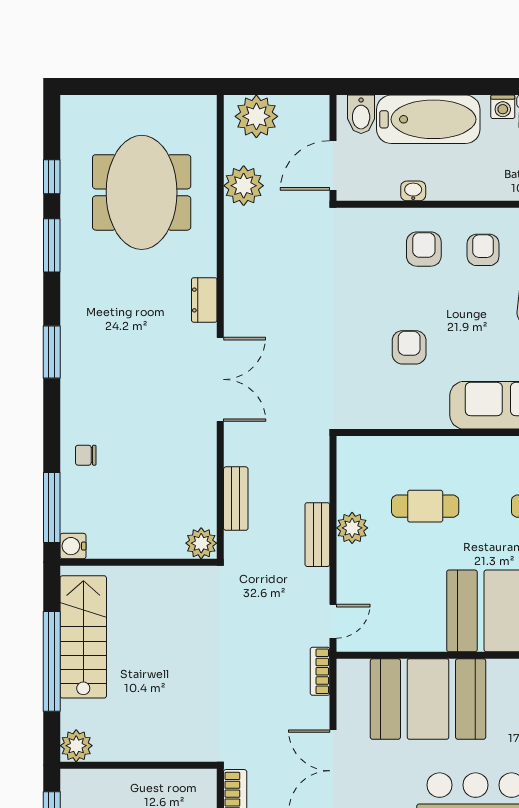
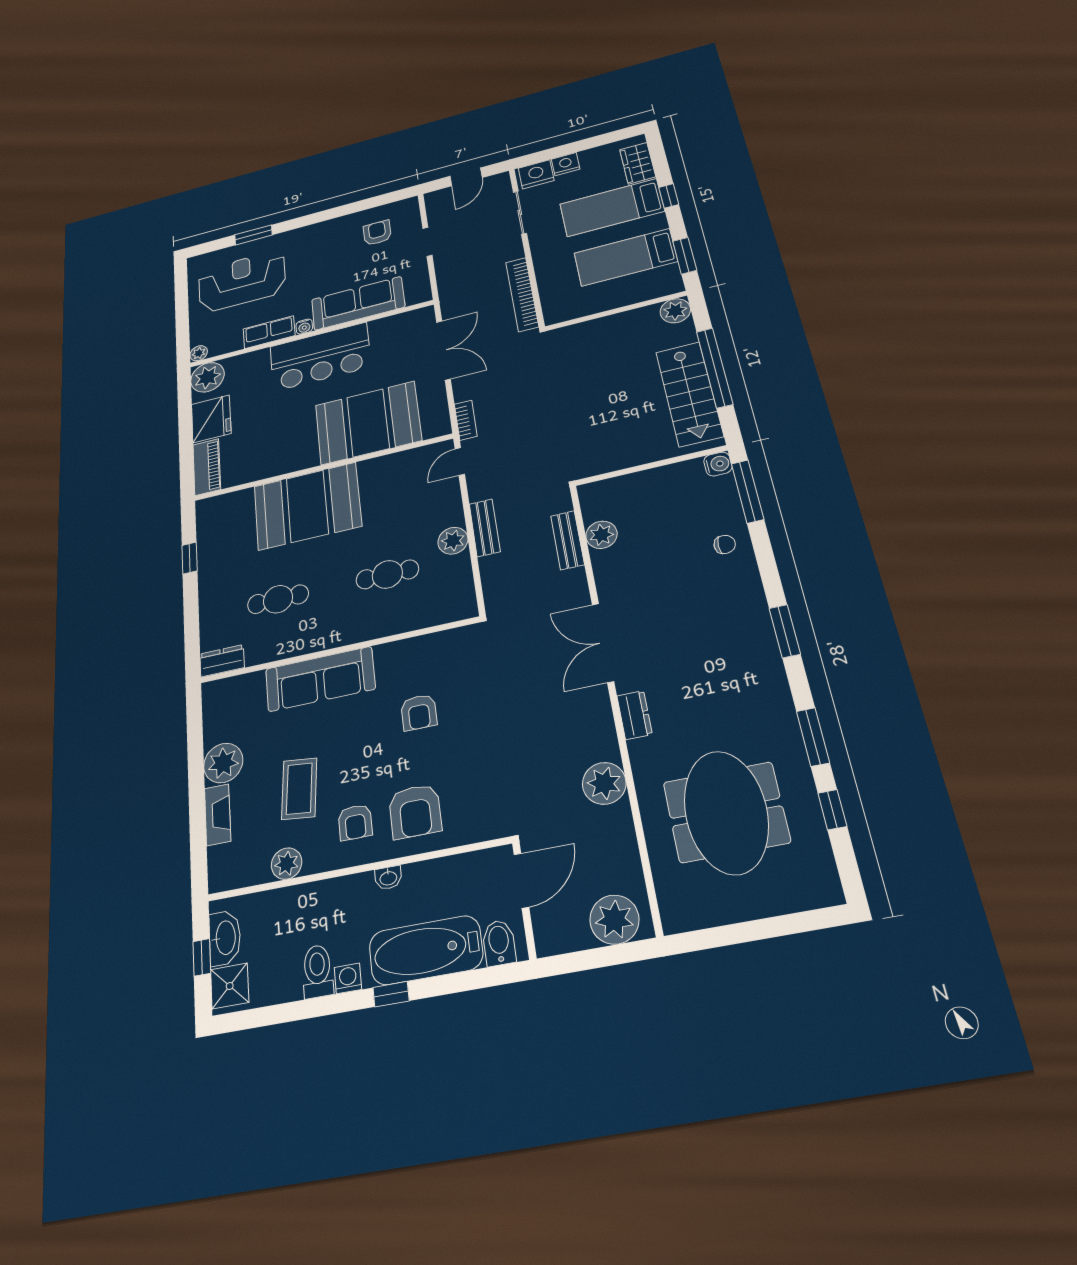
window: (464, 87) -> (391, 994), added
plant: (244, 186) -> (604, 783), moved
washbasin: (413, 191) -> (388, 878), moved
armchair: (424, 249) -> (415, 811), width x1.38, depth x1.38
plant: (201, 543) -> (601, 535), moved

